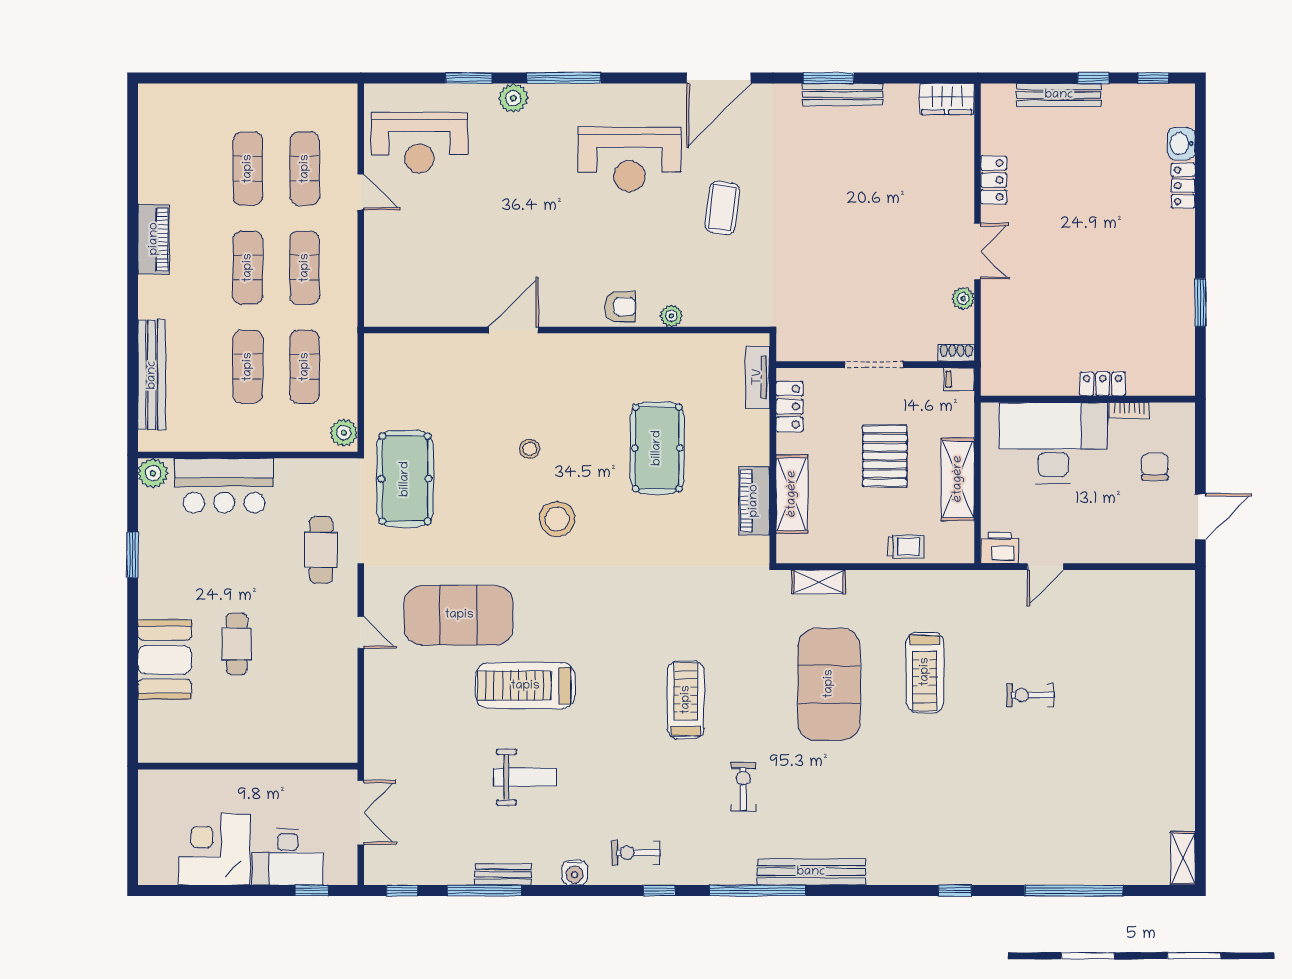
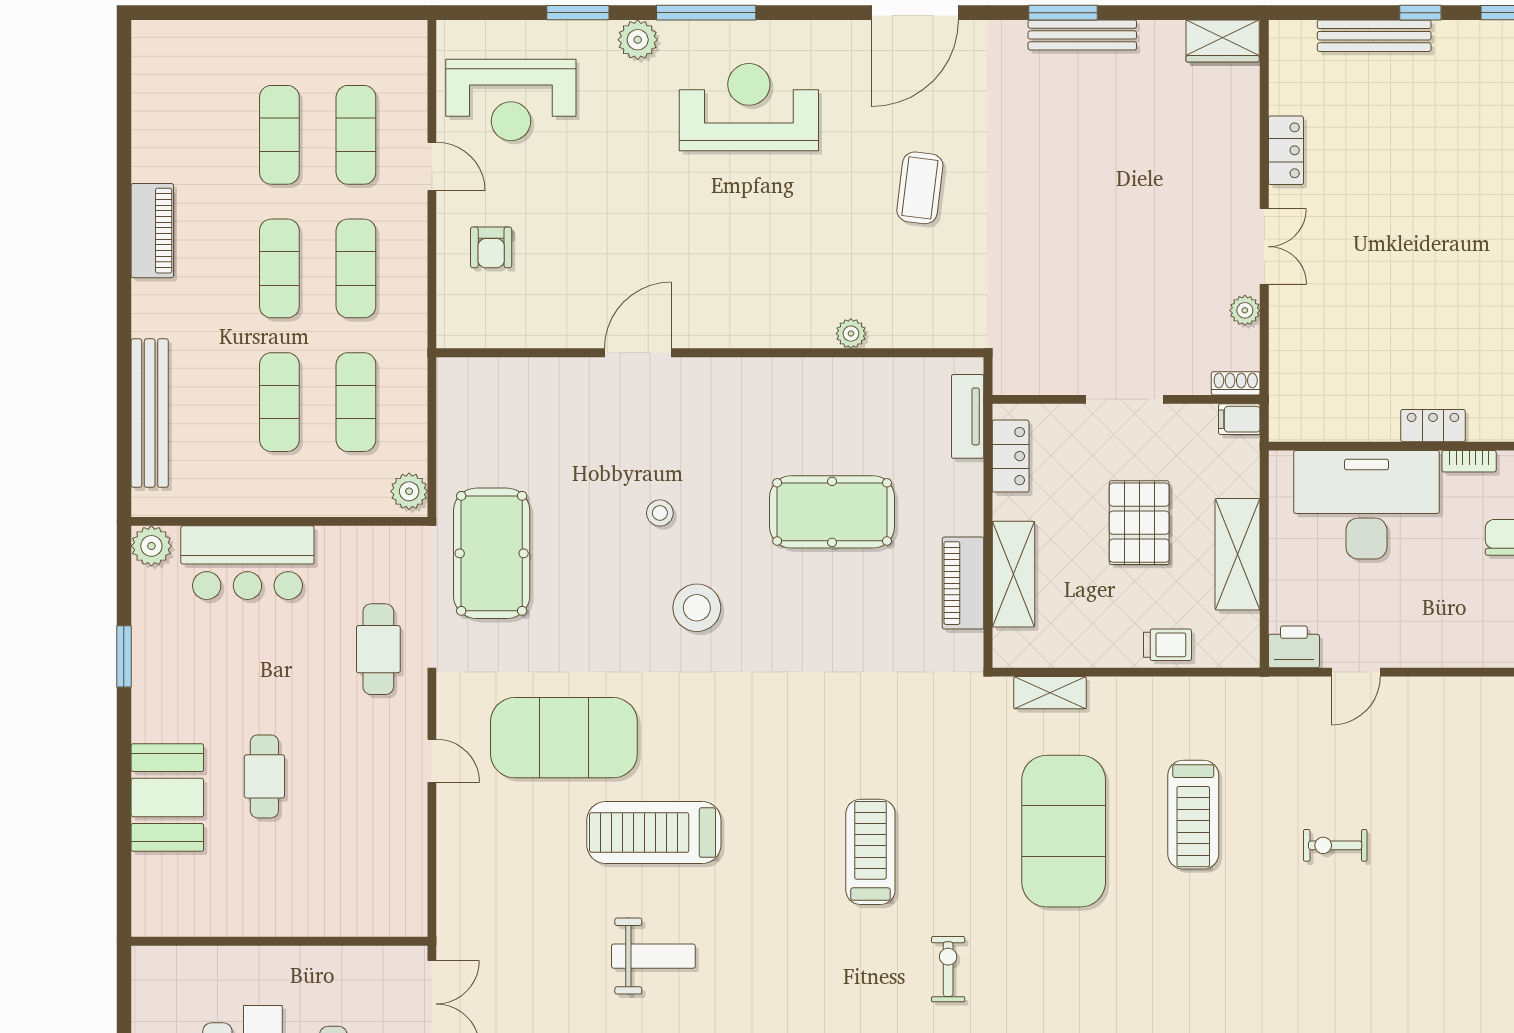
reception desk: (630, 159) -> (749, 107), moved, turned 180
armchair: (620, 307) -> (491, 247), moved, turned 90
pool table: (657, 448) -> (832, 512), turned 90

